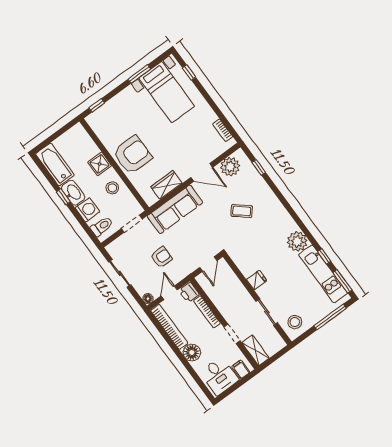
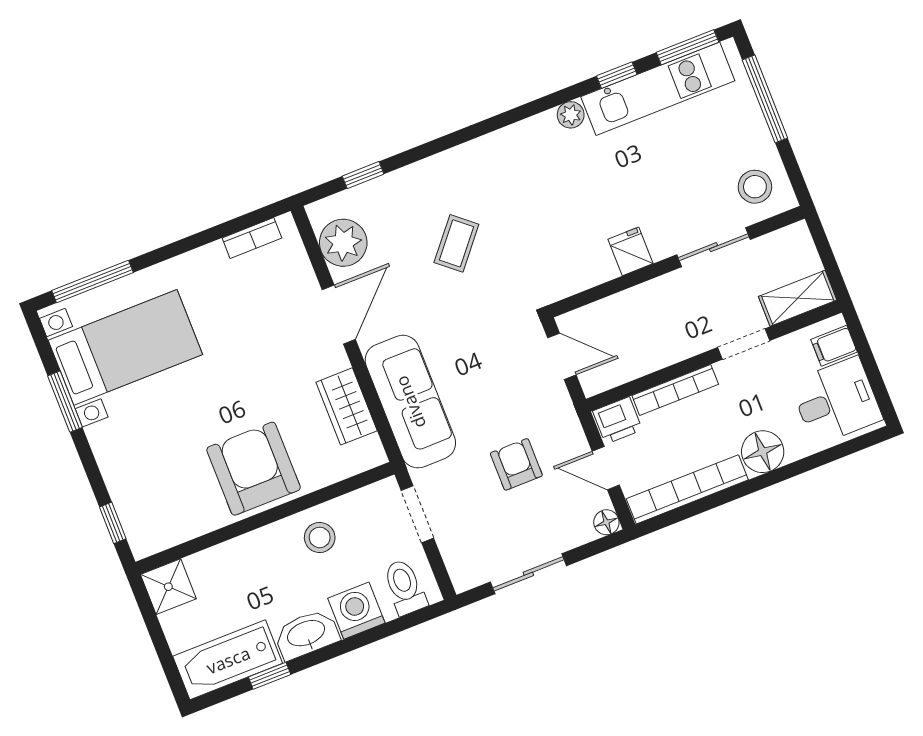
window: (189, 72) -> (93, 282), width x2.17
shower: (100, 164) -> (168, 587), moved
window: (63, 197) -> (270, 676), moved
plant: (297, 241) -> (571, 115), width x0.53, depth x0.53

